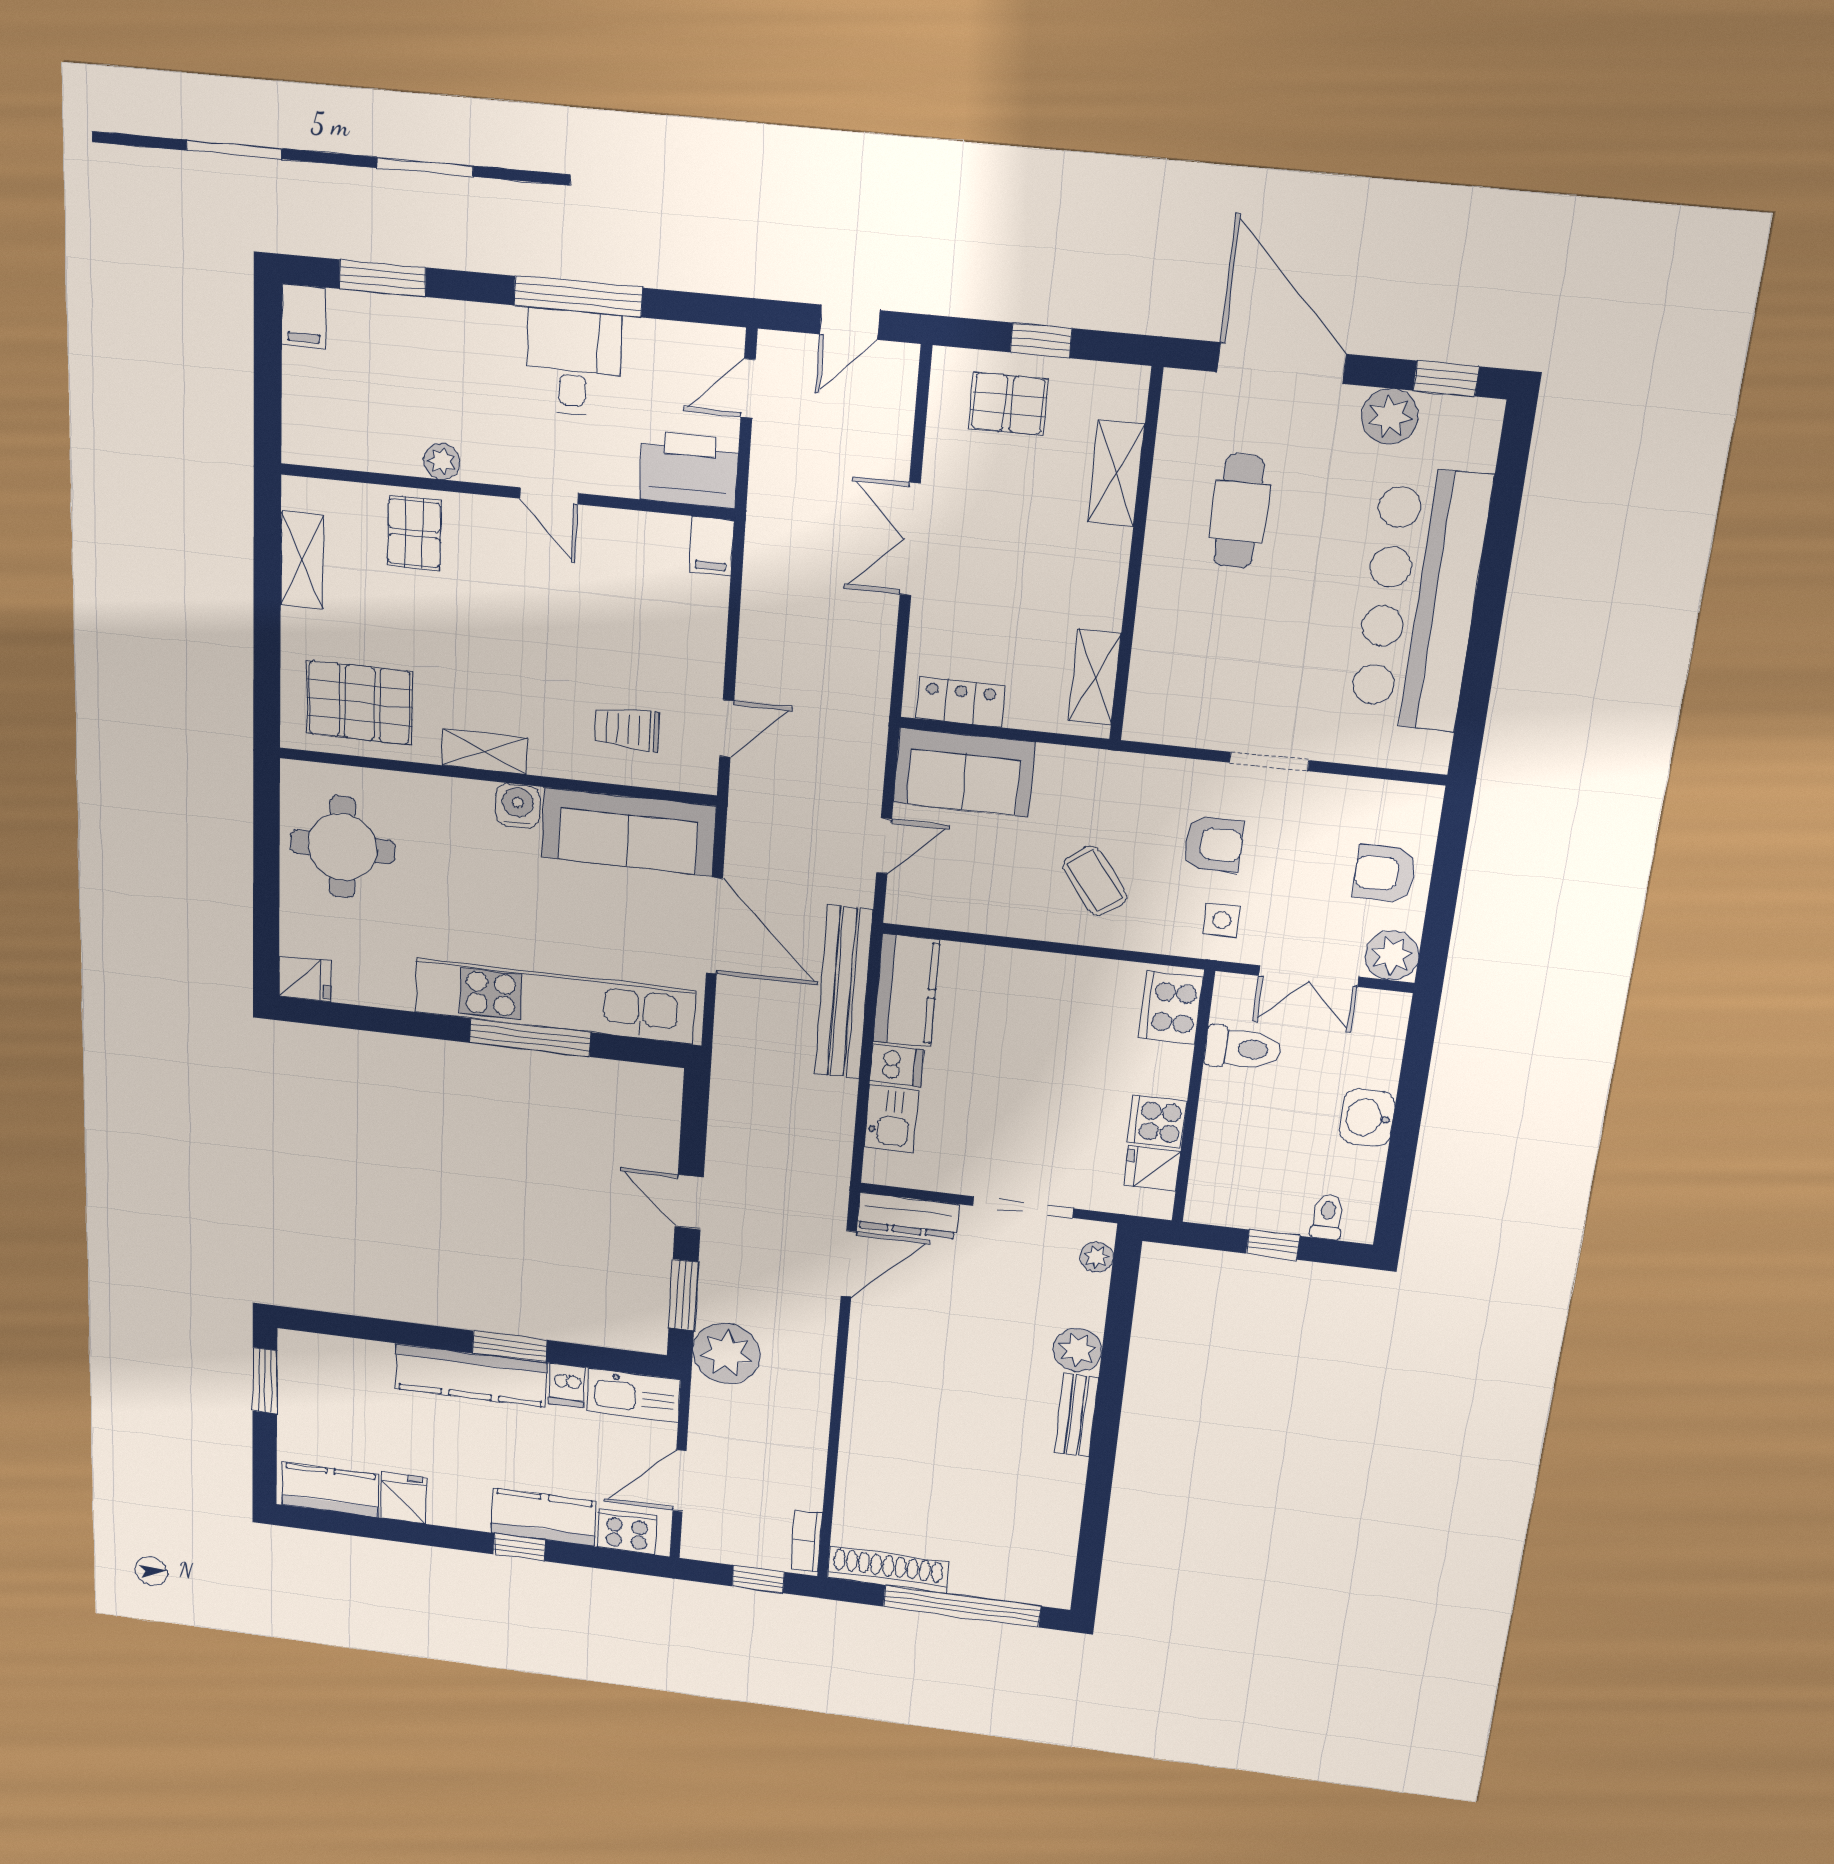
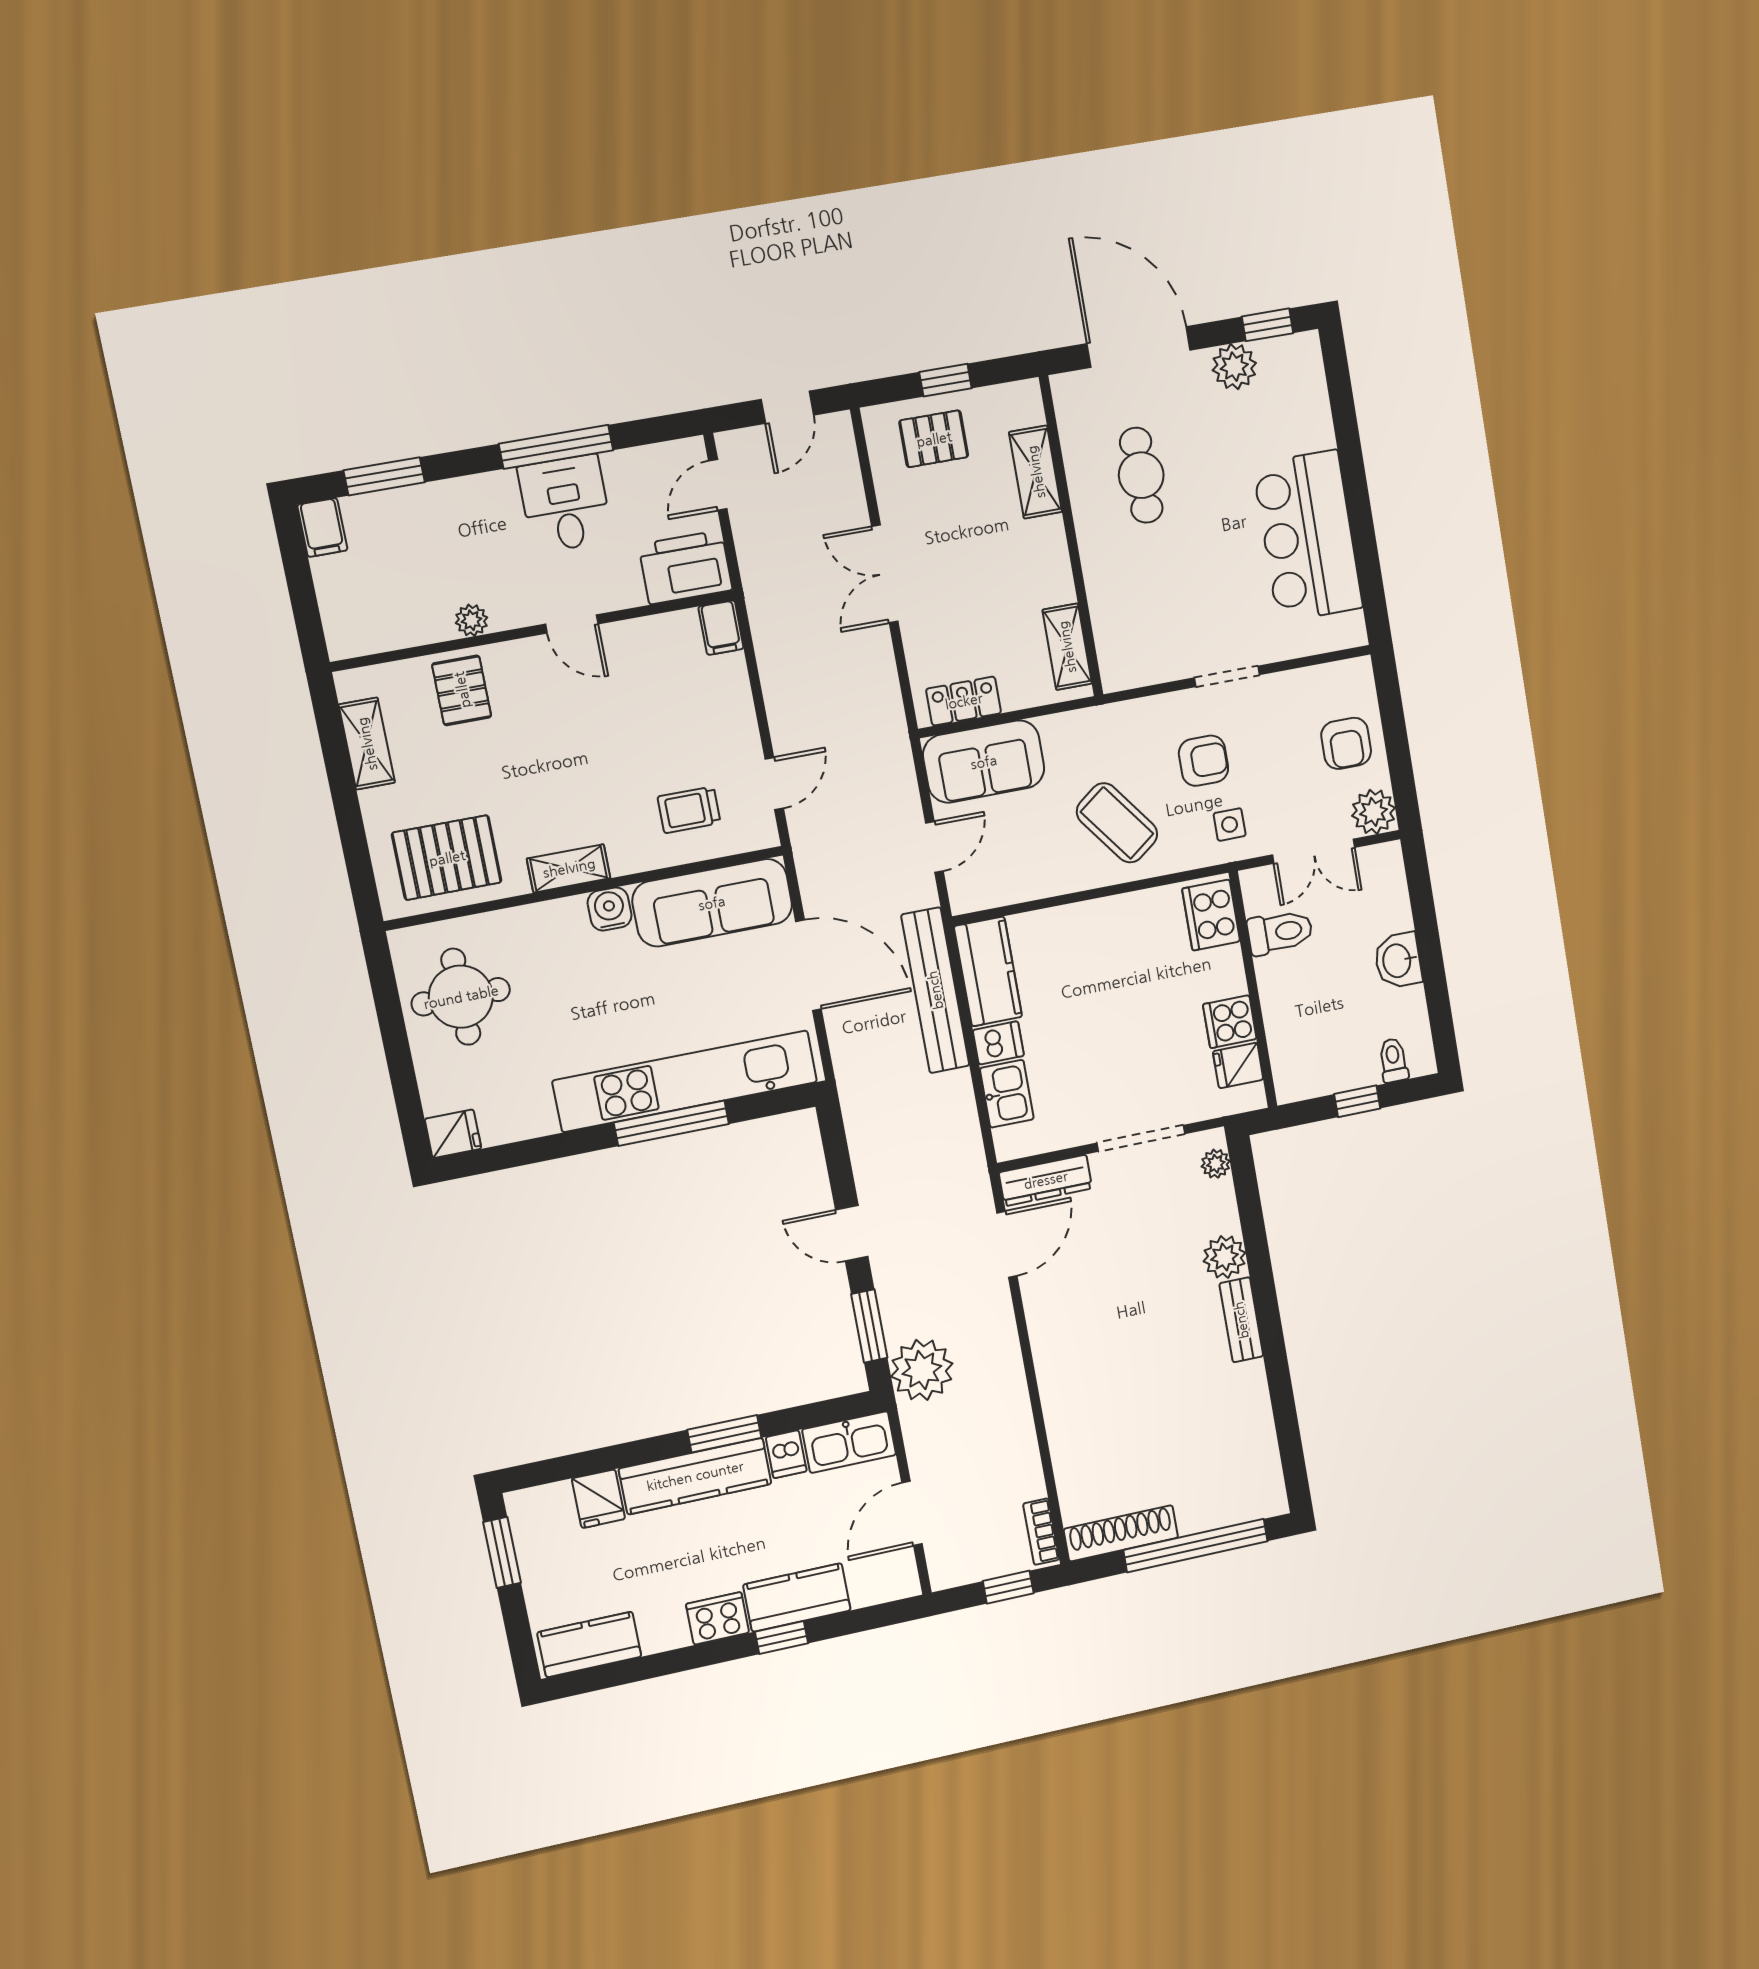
bar counter: (1420, 600) -> (1308, 536), width x0.73
armchair: (1385, 874) -> (1346, 743), turned -90
coffee table: (1095, 881) -> (1117, 823), width x1.36, depth x1.30
fridge: (404, 1498) -> (598, 1499), moved, turned 180
cooker: (627, 1531) -> (718, 1618), moved

